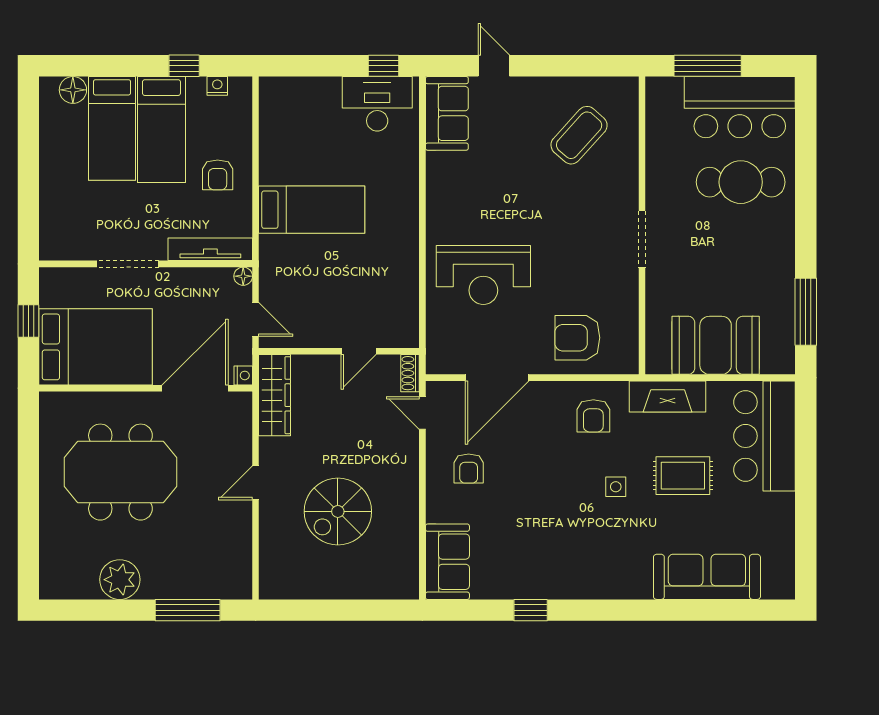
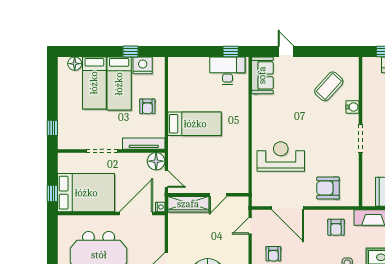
nightstand: (217, 86) -> (143, 65), width x1.89, depth x1.79
water cooler: (626, 176) -> (353, 107), added
window: (28, 218) -> (52, 128), added
reception desk: (483, 275) -> (281, 157), turned 180
floor lamp: (243, 276) -> (156, 161), width x1.89, depth x1.89
window: (28, 321) -> (52, 194), moved
shoe rack: (410, 373) -> (244, 206), removed
door: (497, 378) -> (288, 208), hinge flipped
wardrobe: (274, 395) -> (188, 204), moved, turned 90
door: (422, 413) -> (250, 226), hinge flipped

